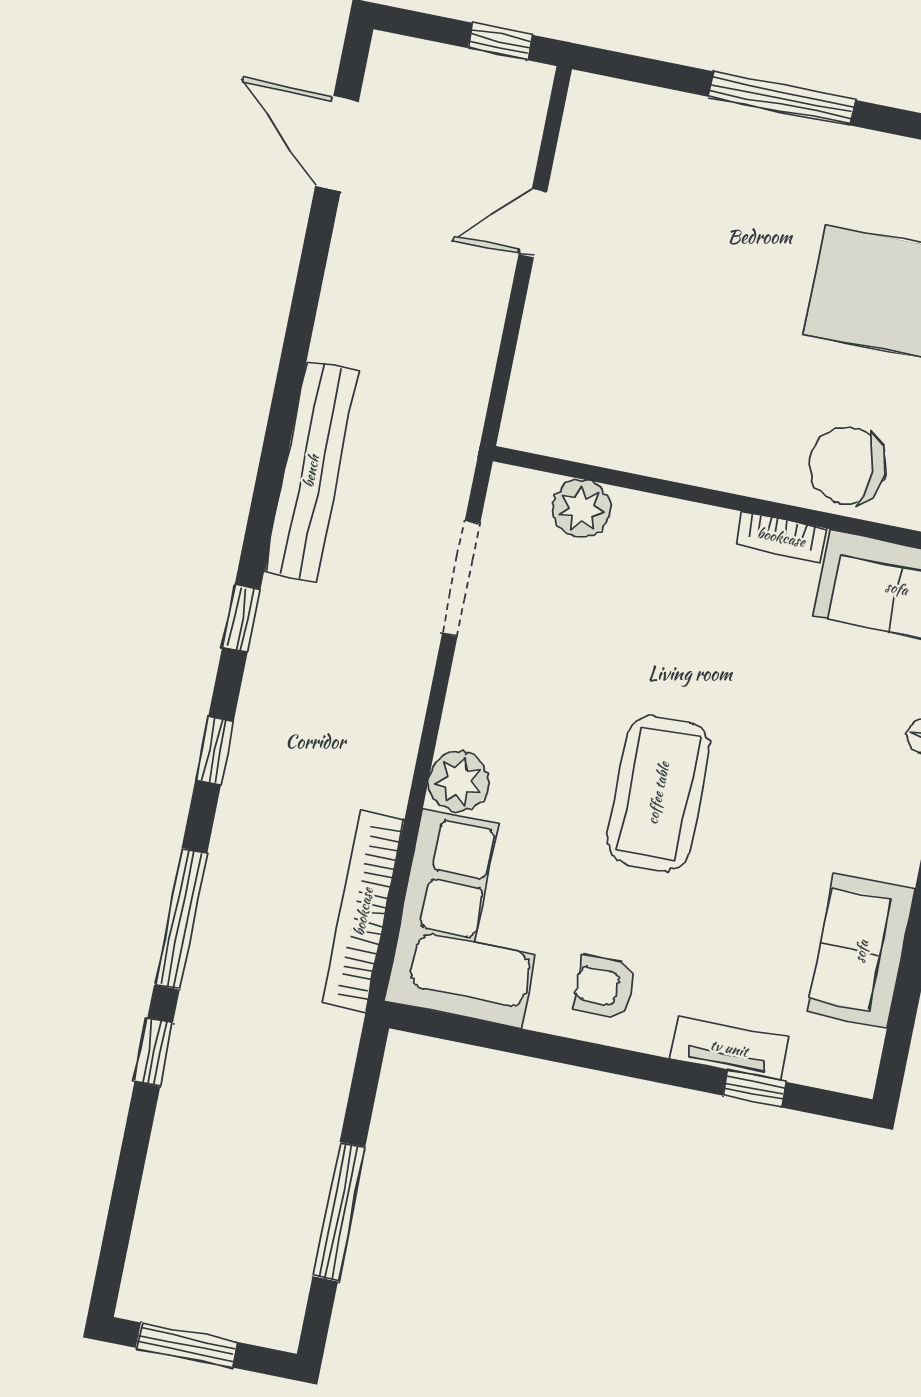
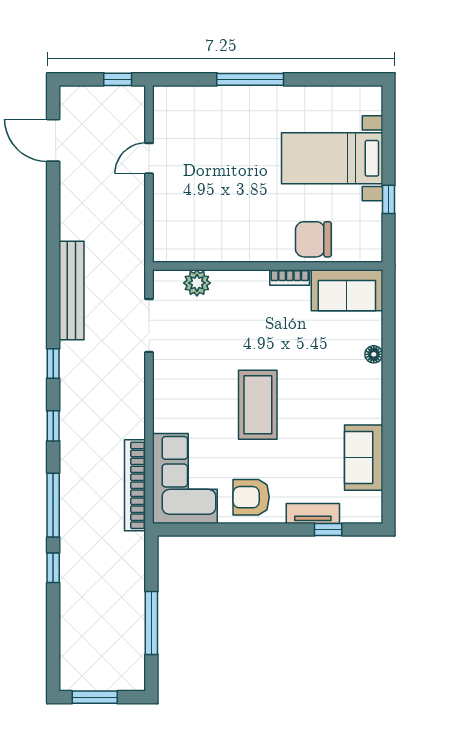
plant: (459, 781) -> (166, 418), removed
armchair: (605, 987) -> (251, 497), width x1.38, depth x1.38

